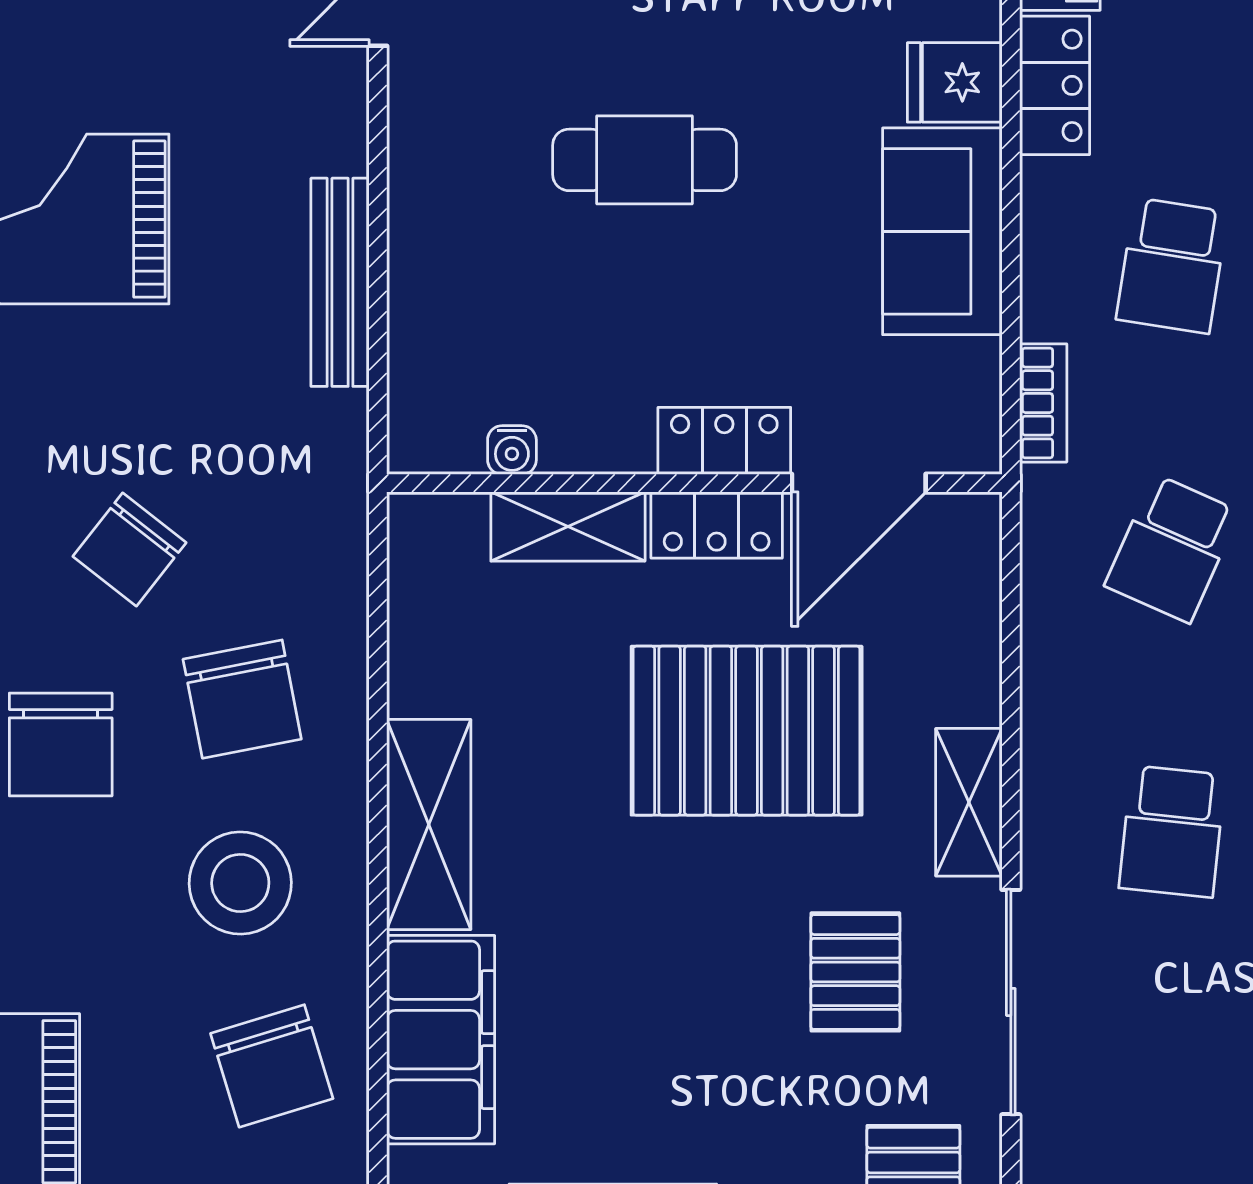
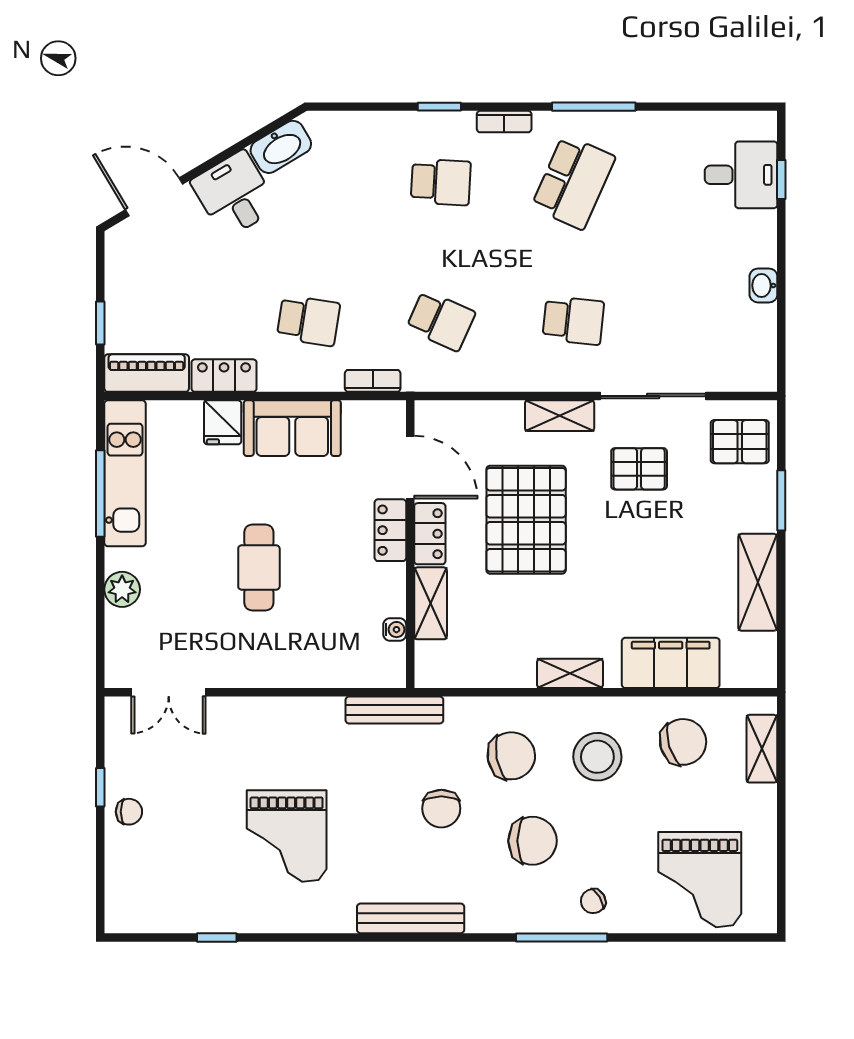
bench: (340, 282) -> (394, 710), moved
chair: (130, 550) -> (441, 809), turned 52
shelving: (429, 824) -> (570, 673), width x0.67, depth x0.75

